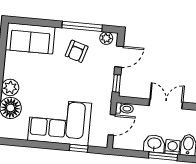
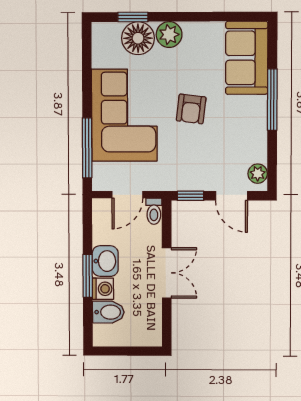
window: (82, 26) -> (272, 100), moved
armchair: (77, 51) -> (191, 109), moved, turned -100
door: (112, 125) -> (127, 195), hinge flipped
window: (79, 148) -> (87, 148), width x2.17

